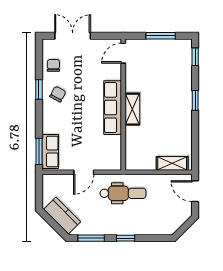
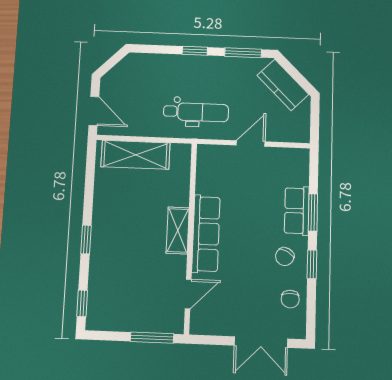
window: (161, 36) -> (152, 338), moved
door: (123, 53) -> (188, 294), moved
window: (39, 151) -> (313, 212), moved
row of seats: (50, 151) -> (297, 211), moved
shelving: (172, 163) -> (135, 155), width x1.50, depth x1.33
dental chair: (123, 193) -> (196, 112), turned 180

